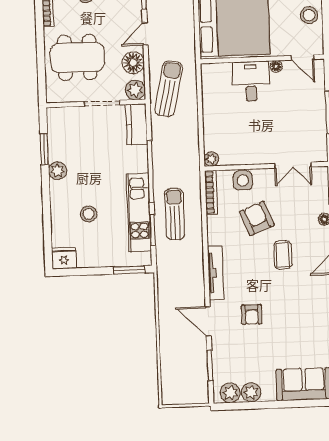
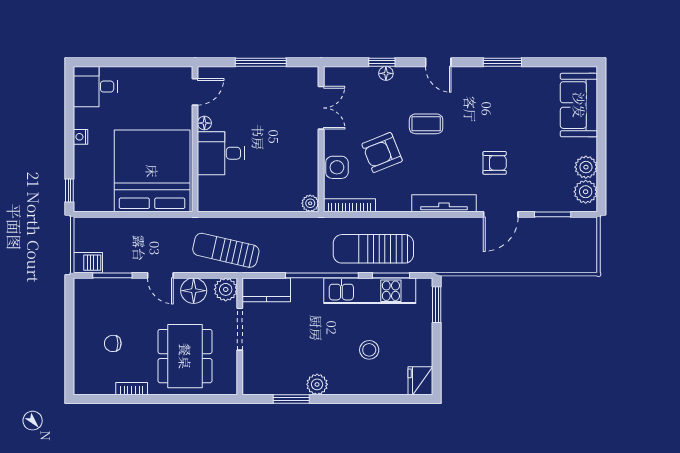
stool: (309, 15) -> (146, 82), removed
sun lounger: (175, 214) -> (373, 249), width x1.36, depth x1.34

